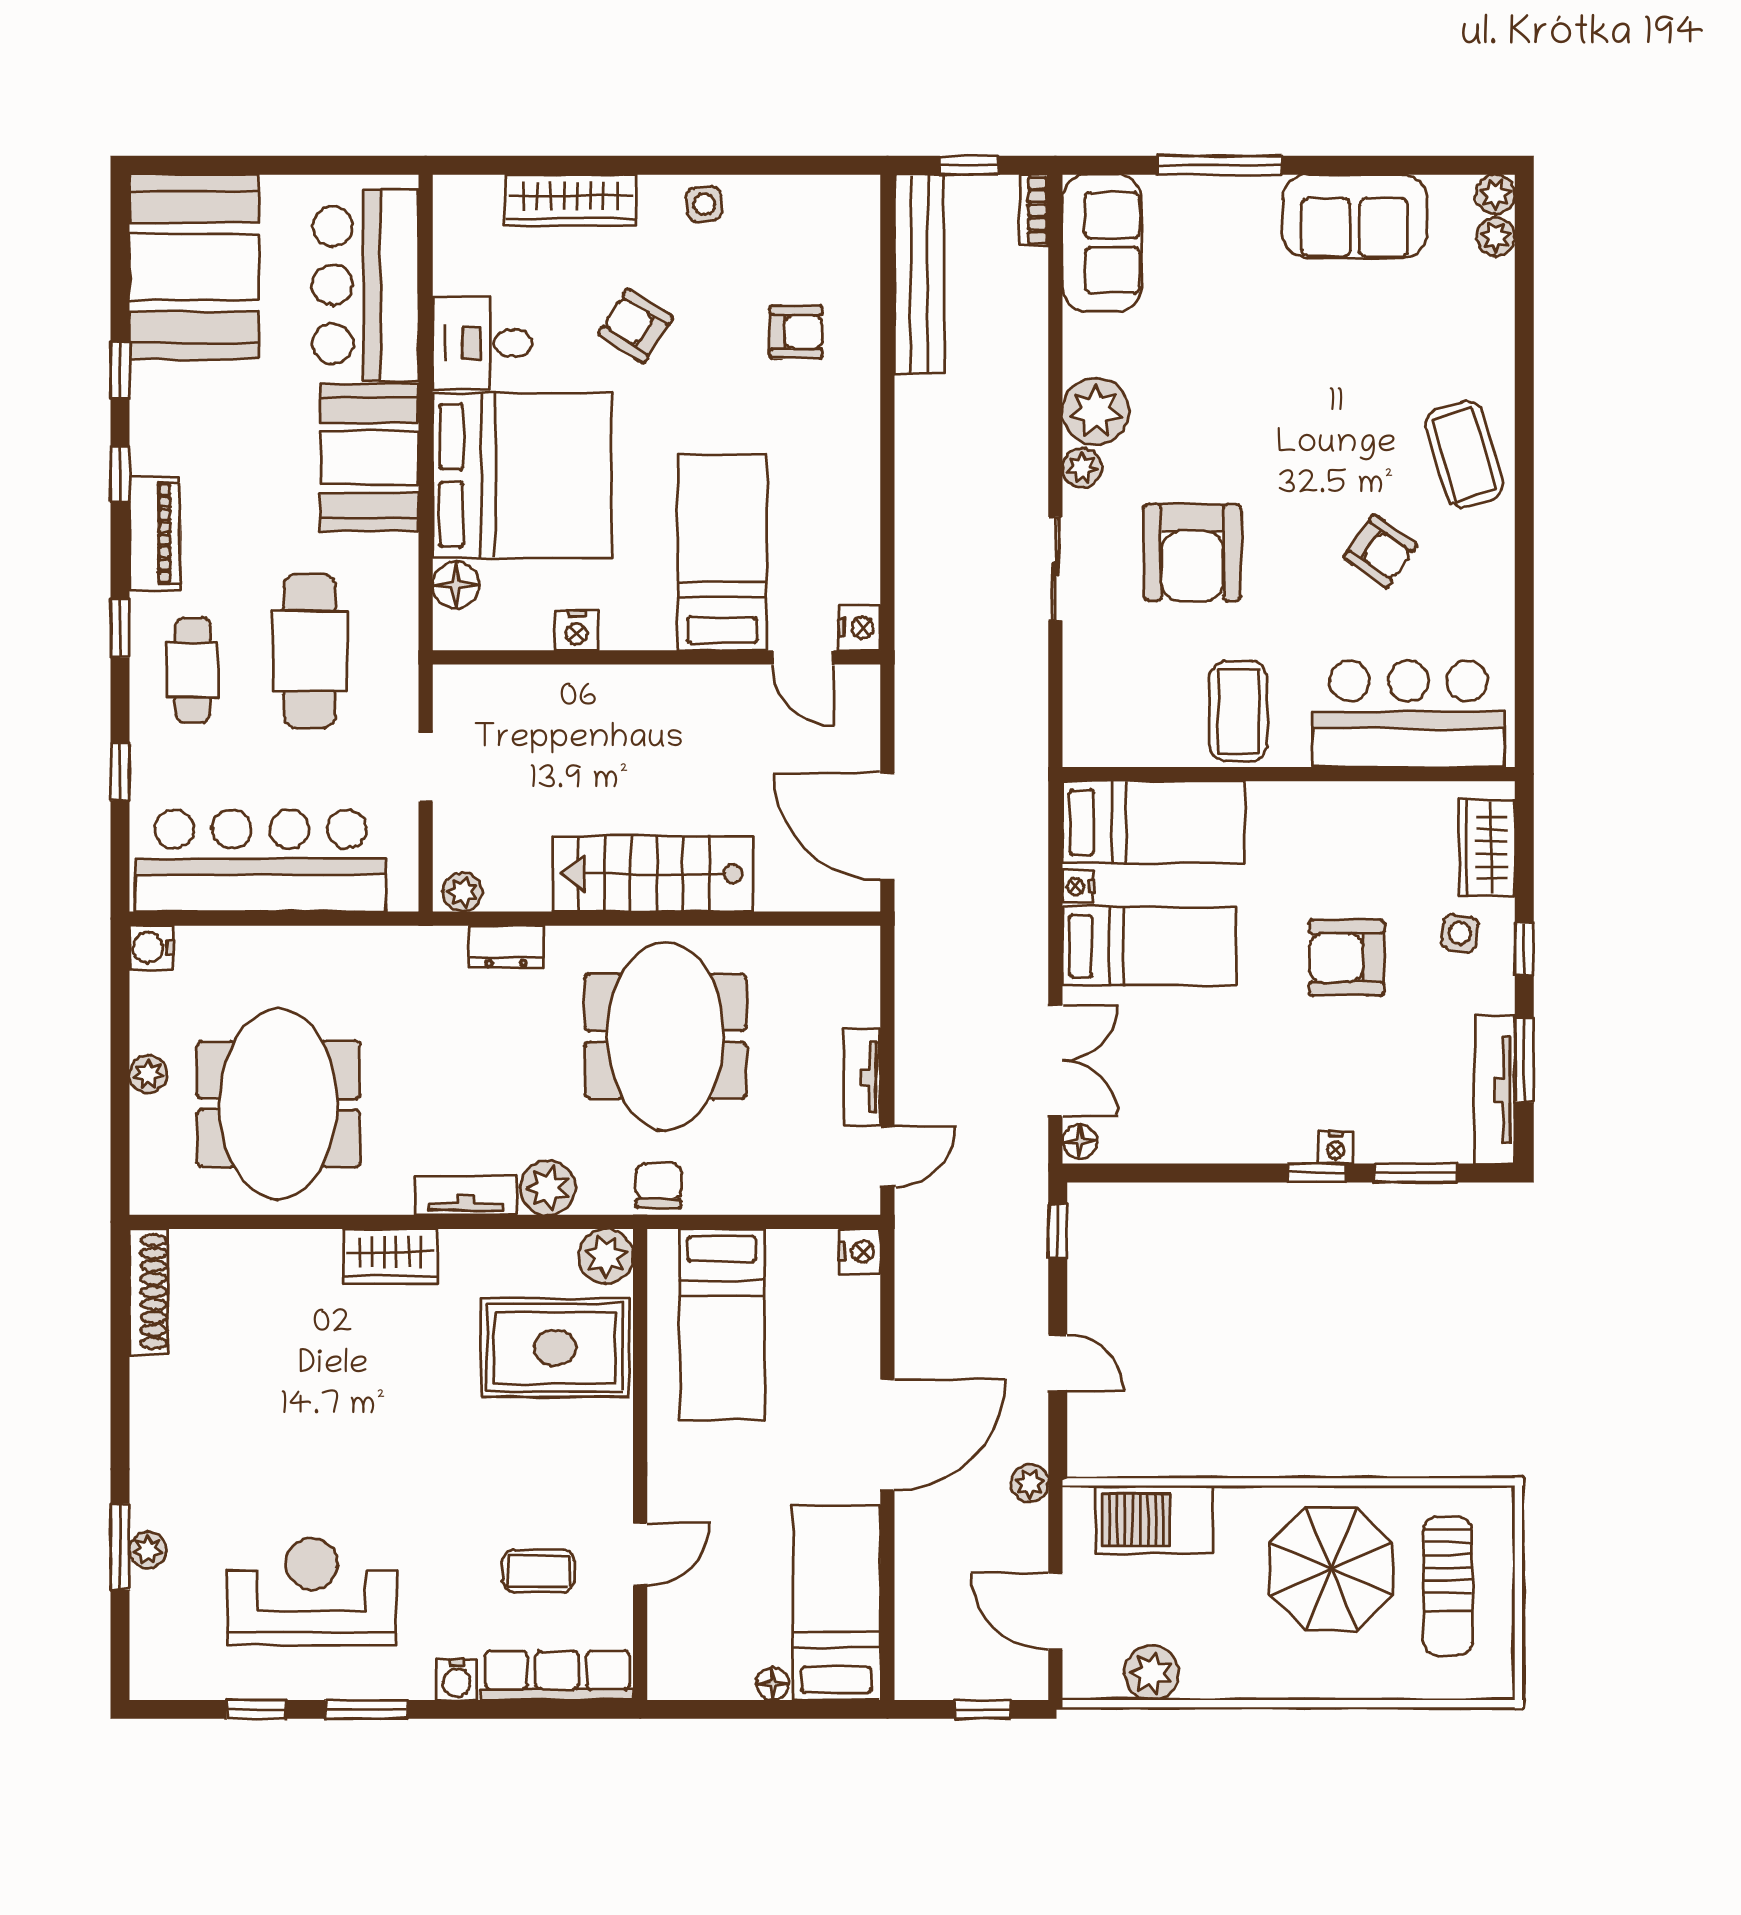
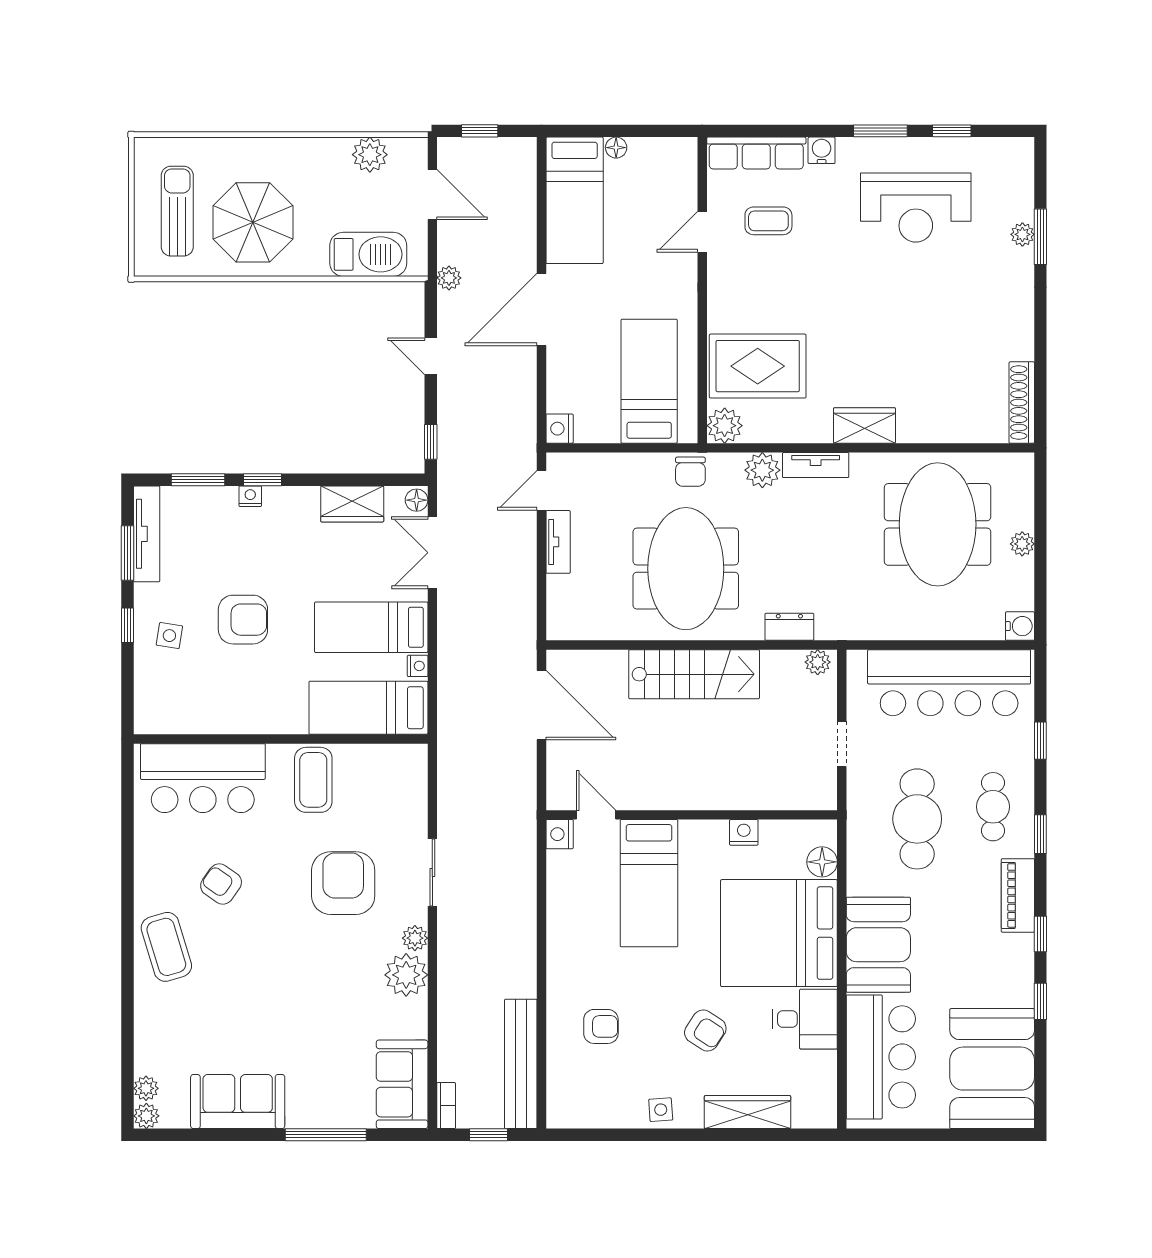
armchair: (796, 332) -> (601, 1026), turned 180
wardrobe: (1487, 848) -> (352, 504), moved, turned 90

